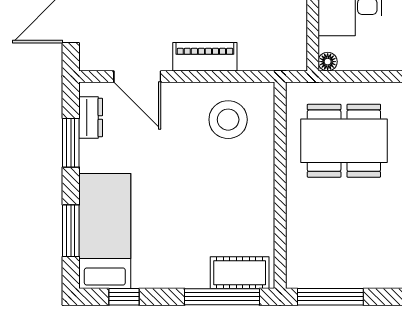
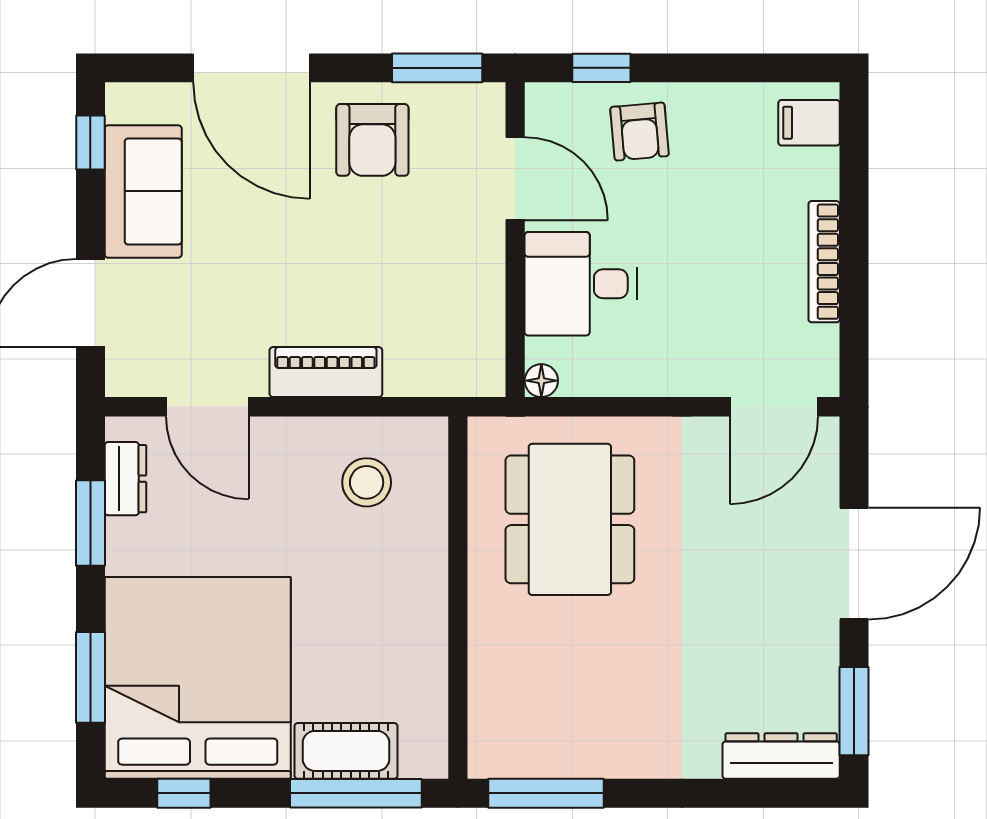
stool: (228, 120) -> (367, 482), width x0.73, depth x0.73
dining table: (344, 141) -> (570, 519), turned 90
bed: (105, 231) -> (198, 678), width x2.04
cot: (240, 273) -> (346, 751), moved

